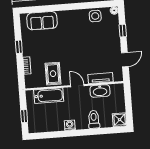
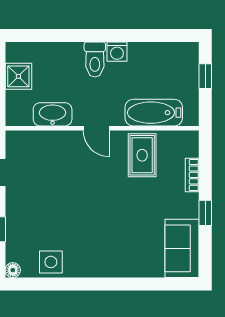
sofa: (42, 21) -> (182, 248), moved, turned -90
tv unit: (101, 78) -> (50, 140), removed
toilet: (94, 119) -> (95, 59), moved
shower: (120, 120) -> (18, 76), moved

